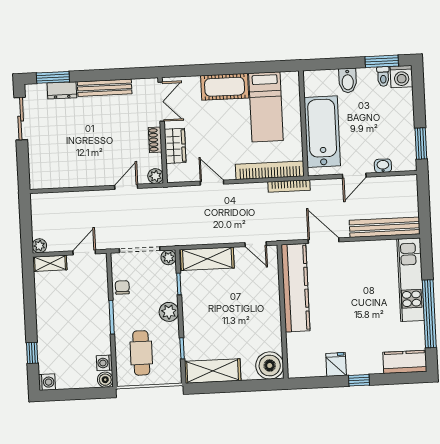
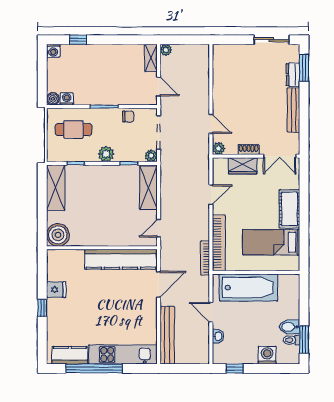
washing machine: (402, 77) -> (267, 355), moved, turned 90
bidet: (348, 81) -> (290, 327), moved
window: (421, 144) -> (235, 368), width x0.67
kitchen counter: (405, 362) -> (70, 355), moved, turned -90

